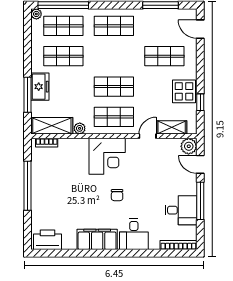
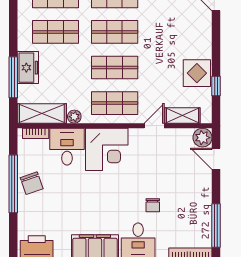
shop shelf: (164, 56) -> (115, 32), moved
chair: (43, 185) -> (32, 183), added
chair: (117, 195) -> (153, 205), moved
window: (200, 201) -> (216, 225), moved
desk: (181, 210) -> (67, 147), moved, turned -90

